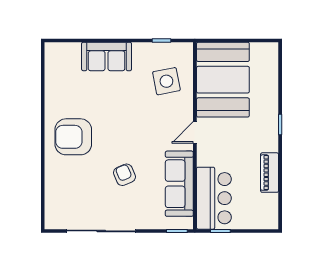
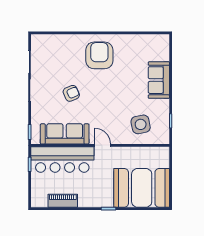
booth: (223, 80) -> (142, 188), moved
piano: (270, 173) -> (63, 201), moved
bar counter: (214, 198) -> (62, 160), width x1.36

